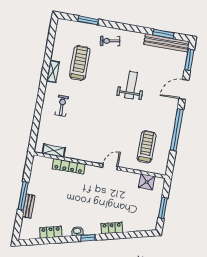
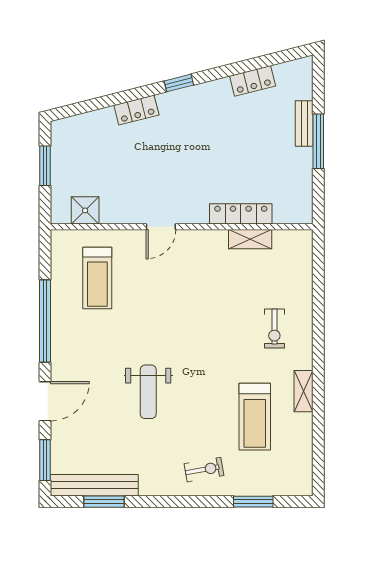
shelving: (54, 151) -> (250, 239), moved
washbasin: (77, 231) -> (202, 92), removed

